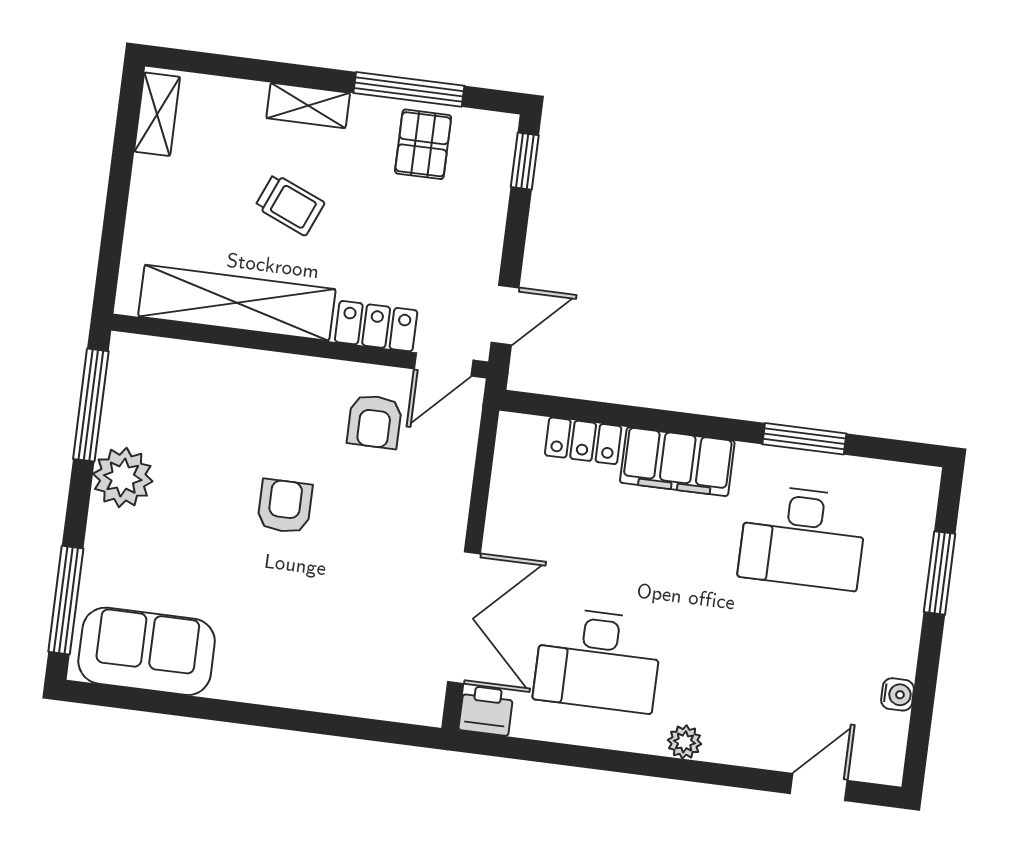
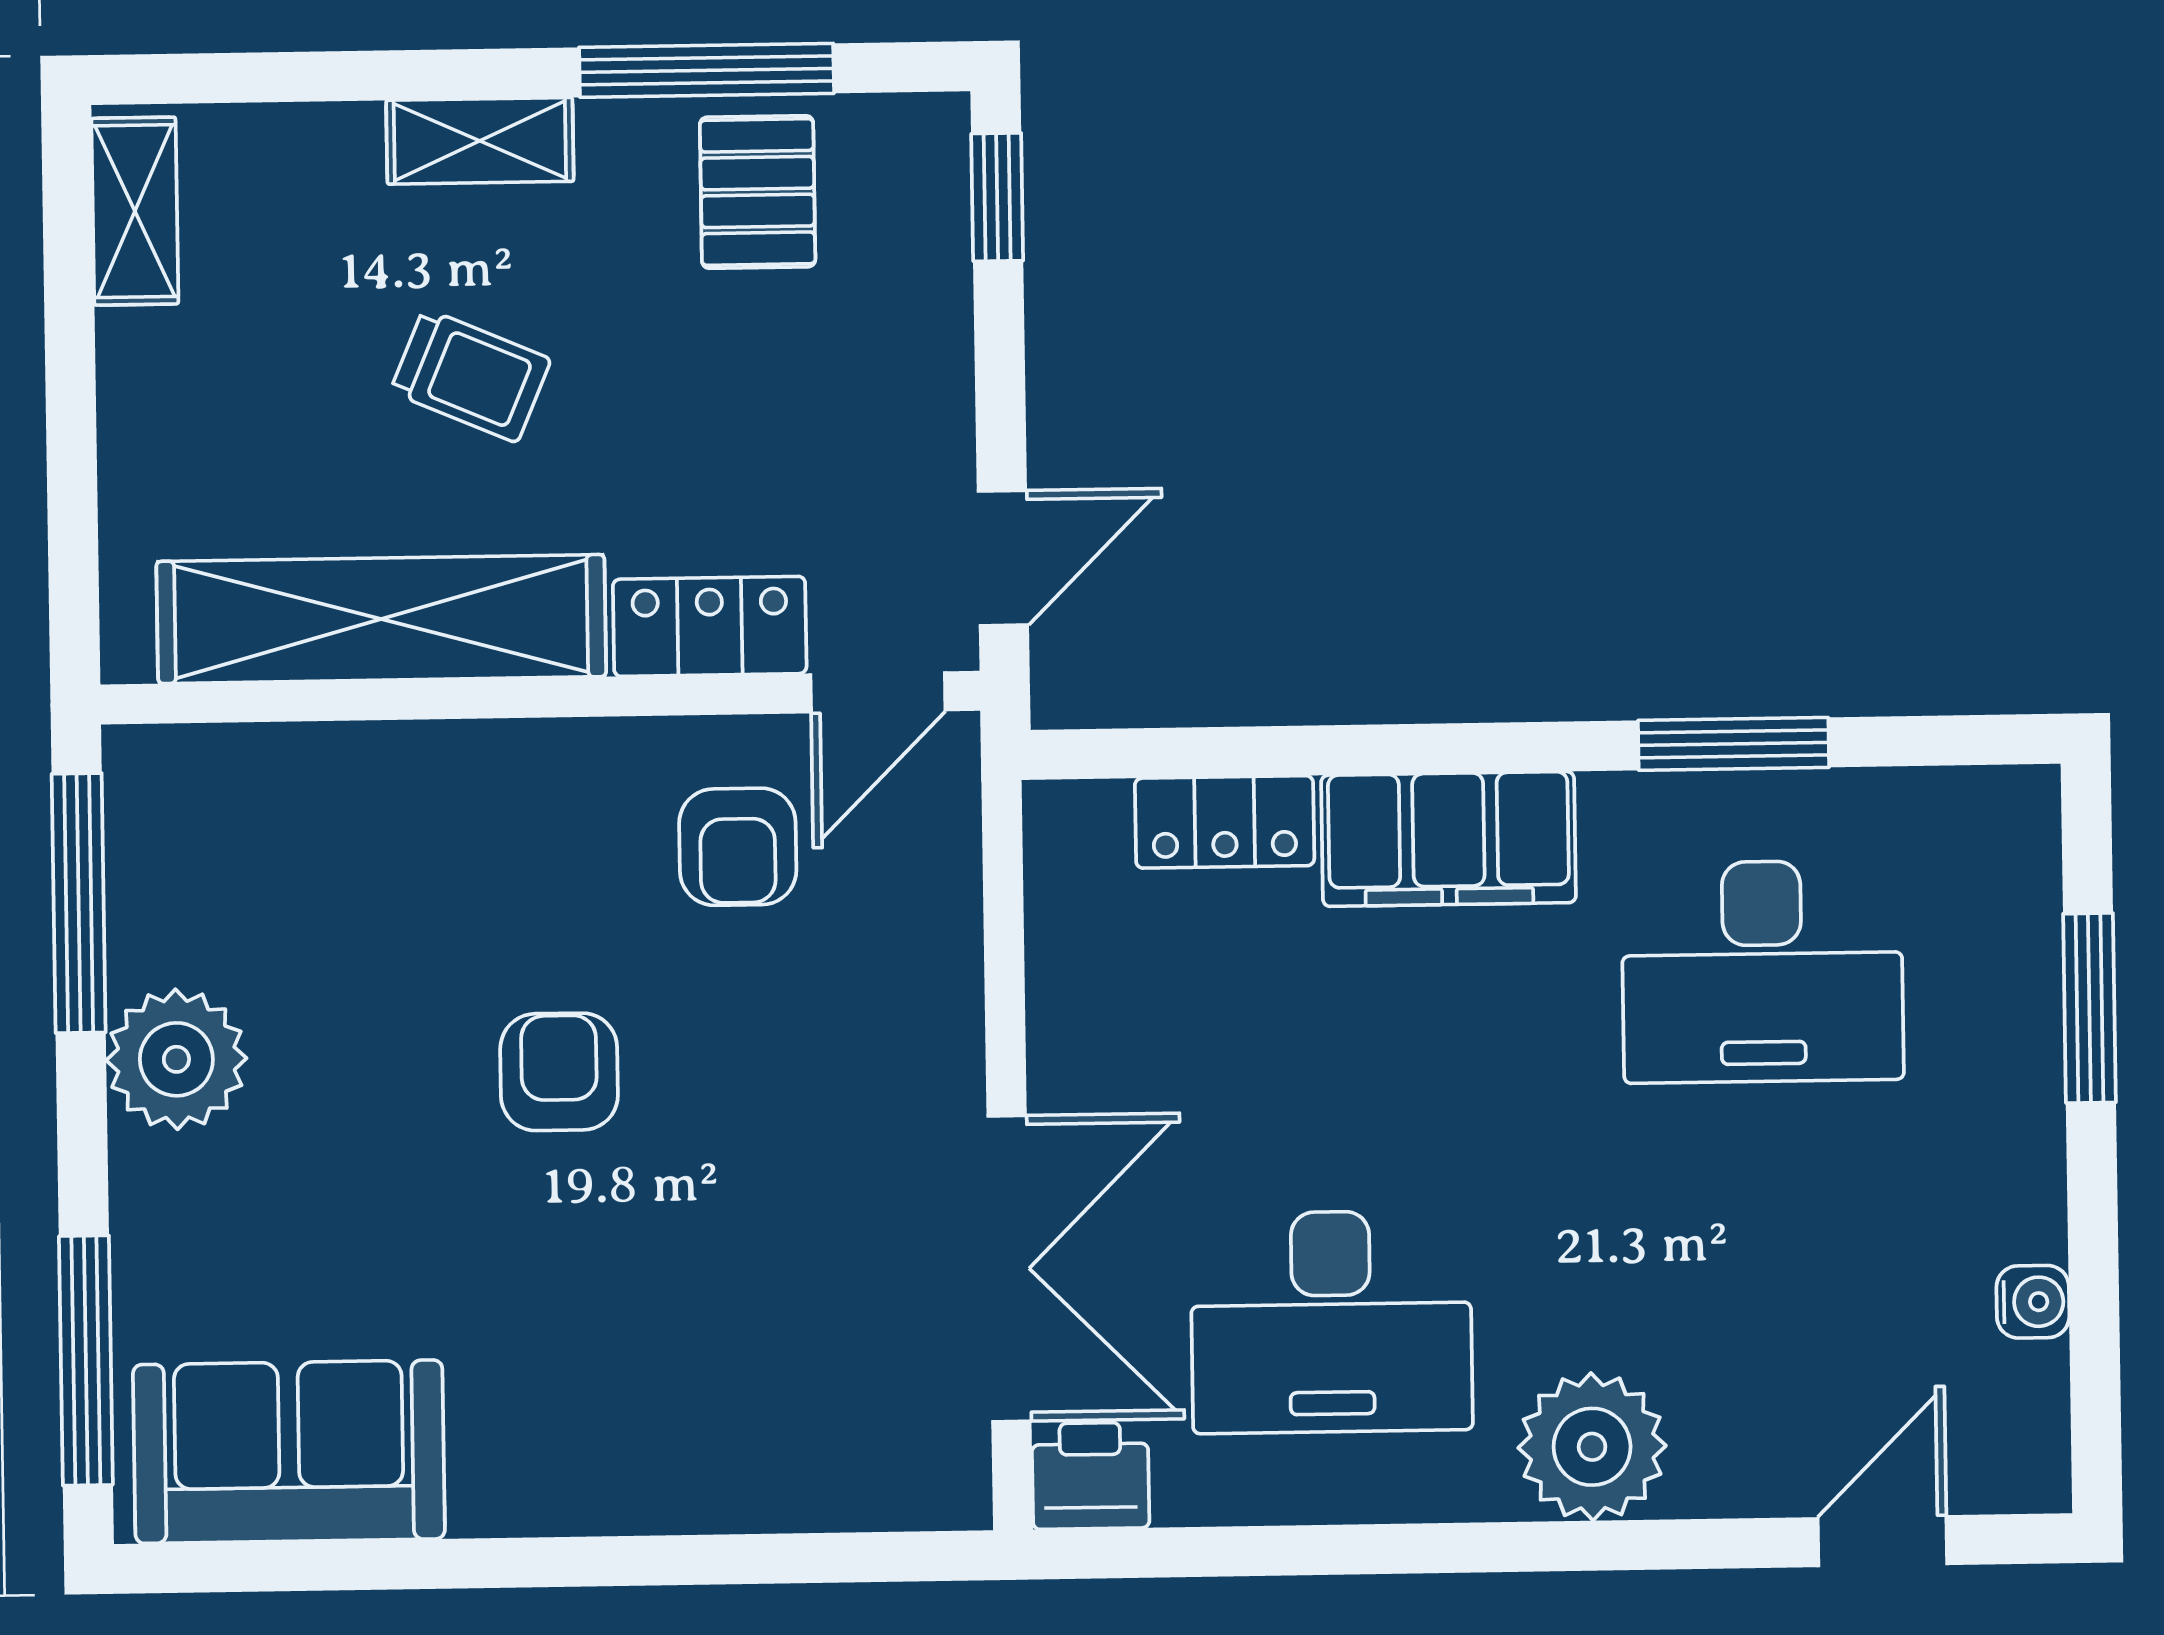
plant: (685, 742) -> (1592, 1447), width x1.88, depth x1.88

